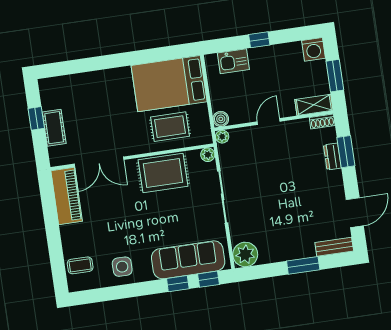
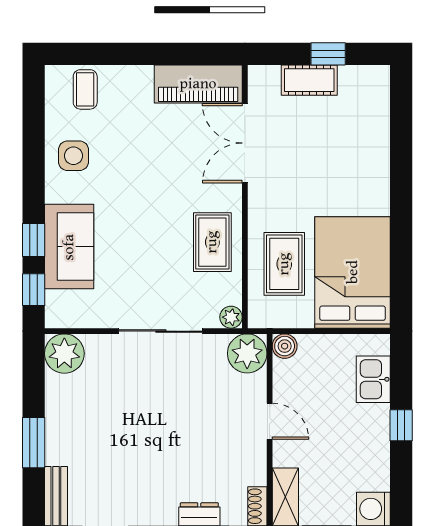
plant: (222, 137) -> (247, 353), width x1.88, depth x1.88
rug: (163, 173) -> (212, 242), width x0.73, depth x0.70
sofa: (188, 260) -> (69, 247), width x0.73

